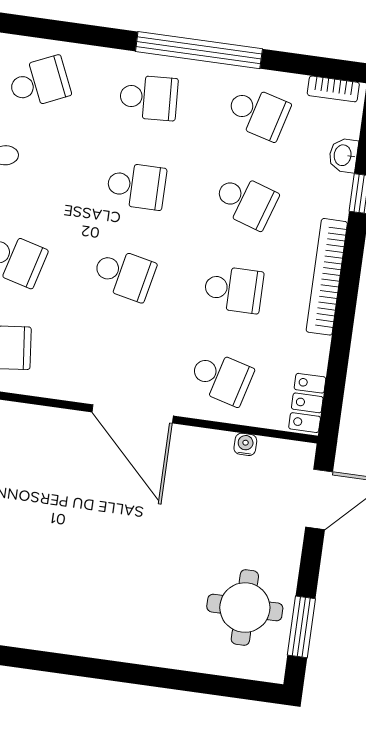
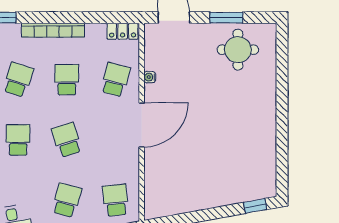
school desk: (124, 274) -> (67, 140), turned -30
water cooler: (245, 444) -> (150, 77), moved
window: (301, 627) -> (226, 18), moved

